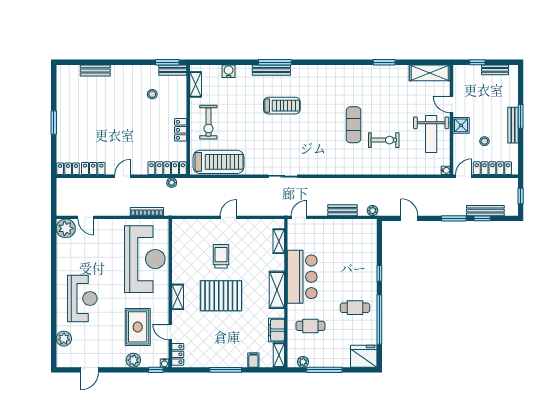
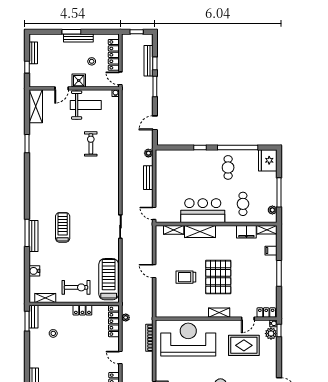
exercise mat: (354, 125) -> (78, 169), removed
shelving: (277, 290) -> (200, 231), moved
plant: (133, 360) -> (271, 334), moved

